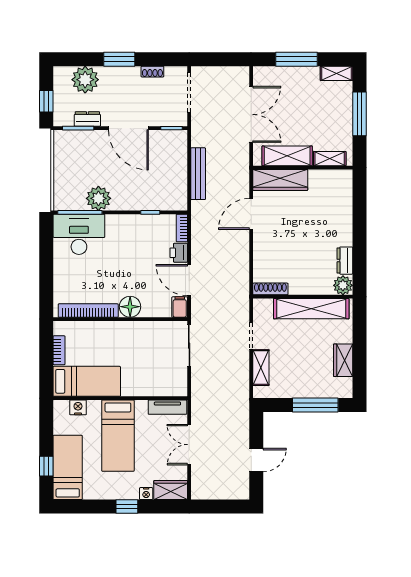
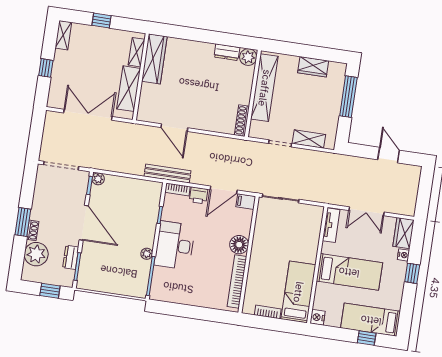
window: (297, 59) -> (46, 68), width x0.46
shoe rack: (152, 72) -> (33, 230), moved
window: (359, 114) -> (101, 21), width x0.46
door: (128, 128) -> (84, 223), hinge flipped
plant: (180, 137) -> (98, 179), added
bench: (198, 174) -> (167, 174), moved
wardrobe: (280, 180) -> (154, 59), moved
plant: (98, 198) -> (147, 254), width x0.53, depth x0.53
desk: (79, 234) -> (175, 245), moved
nightstand: (78, 407) -> (318, 317), moved

